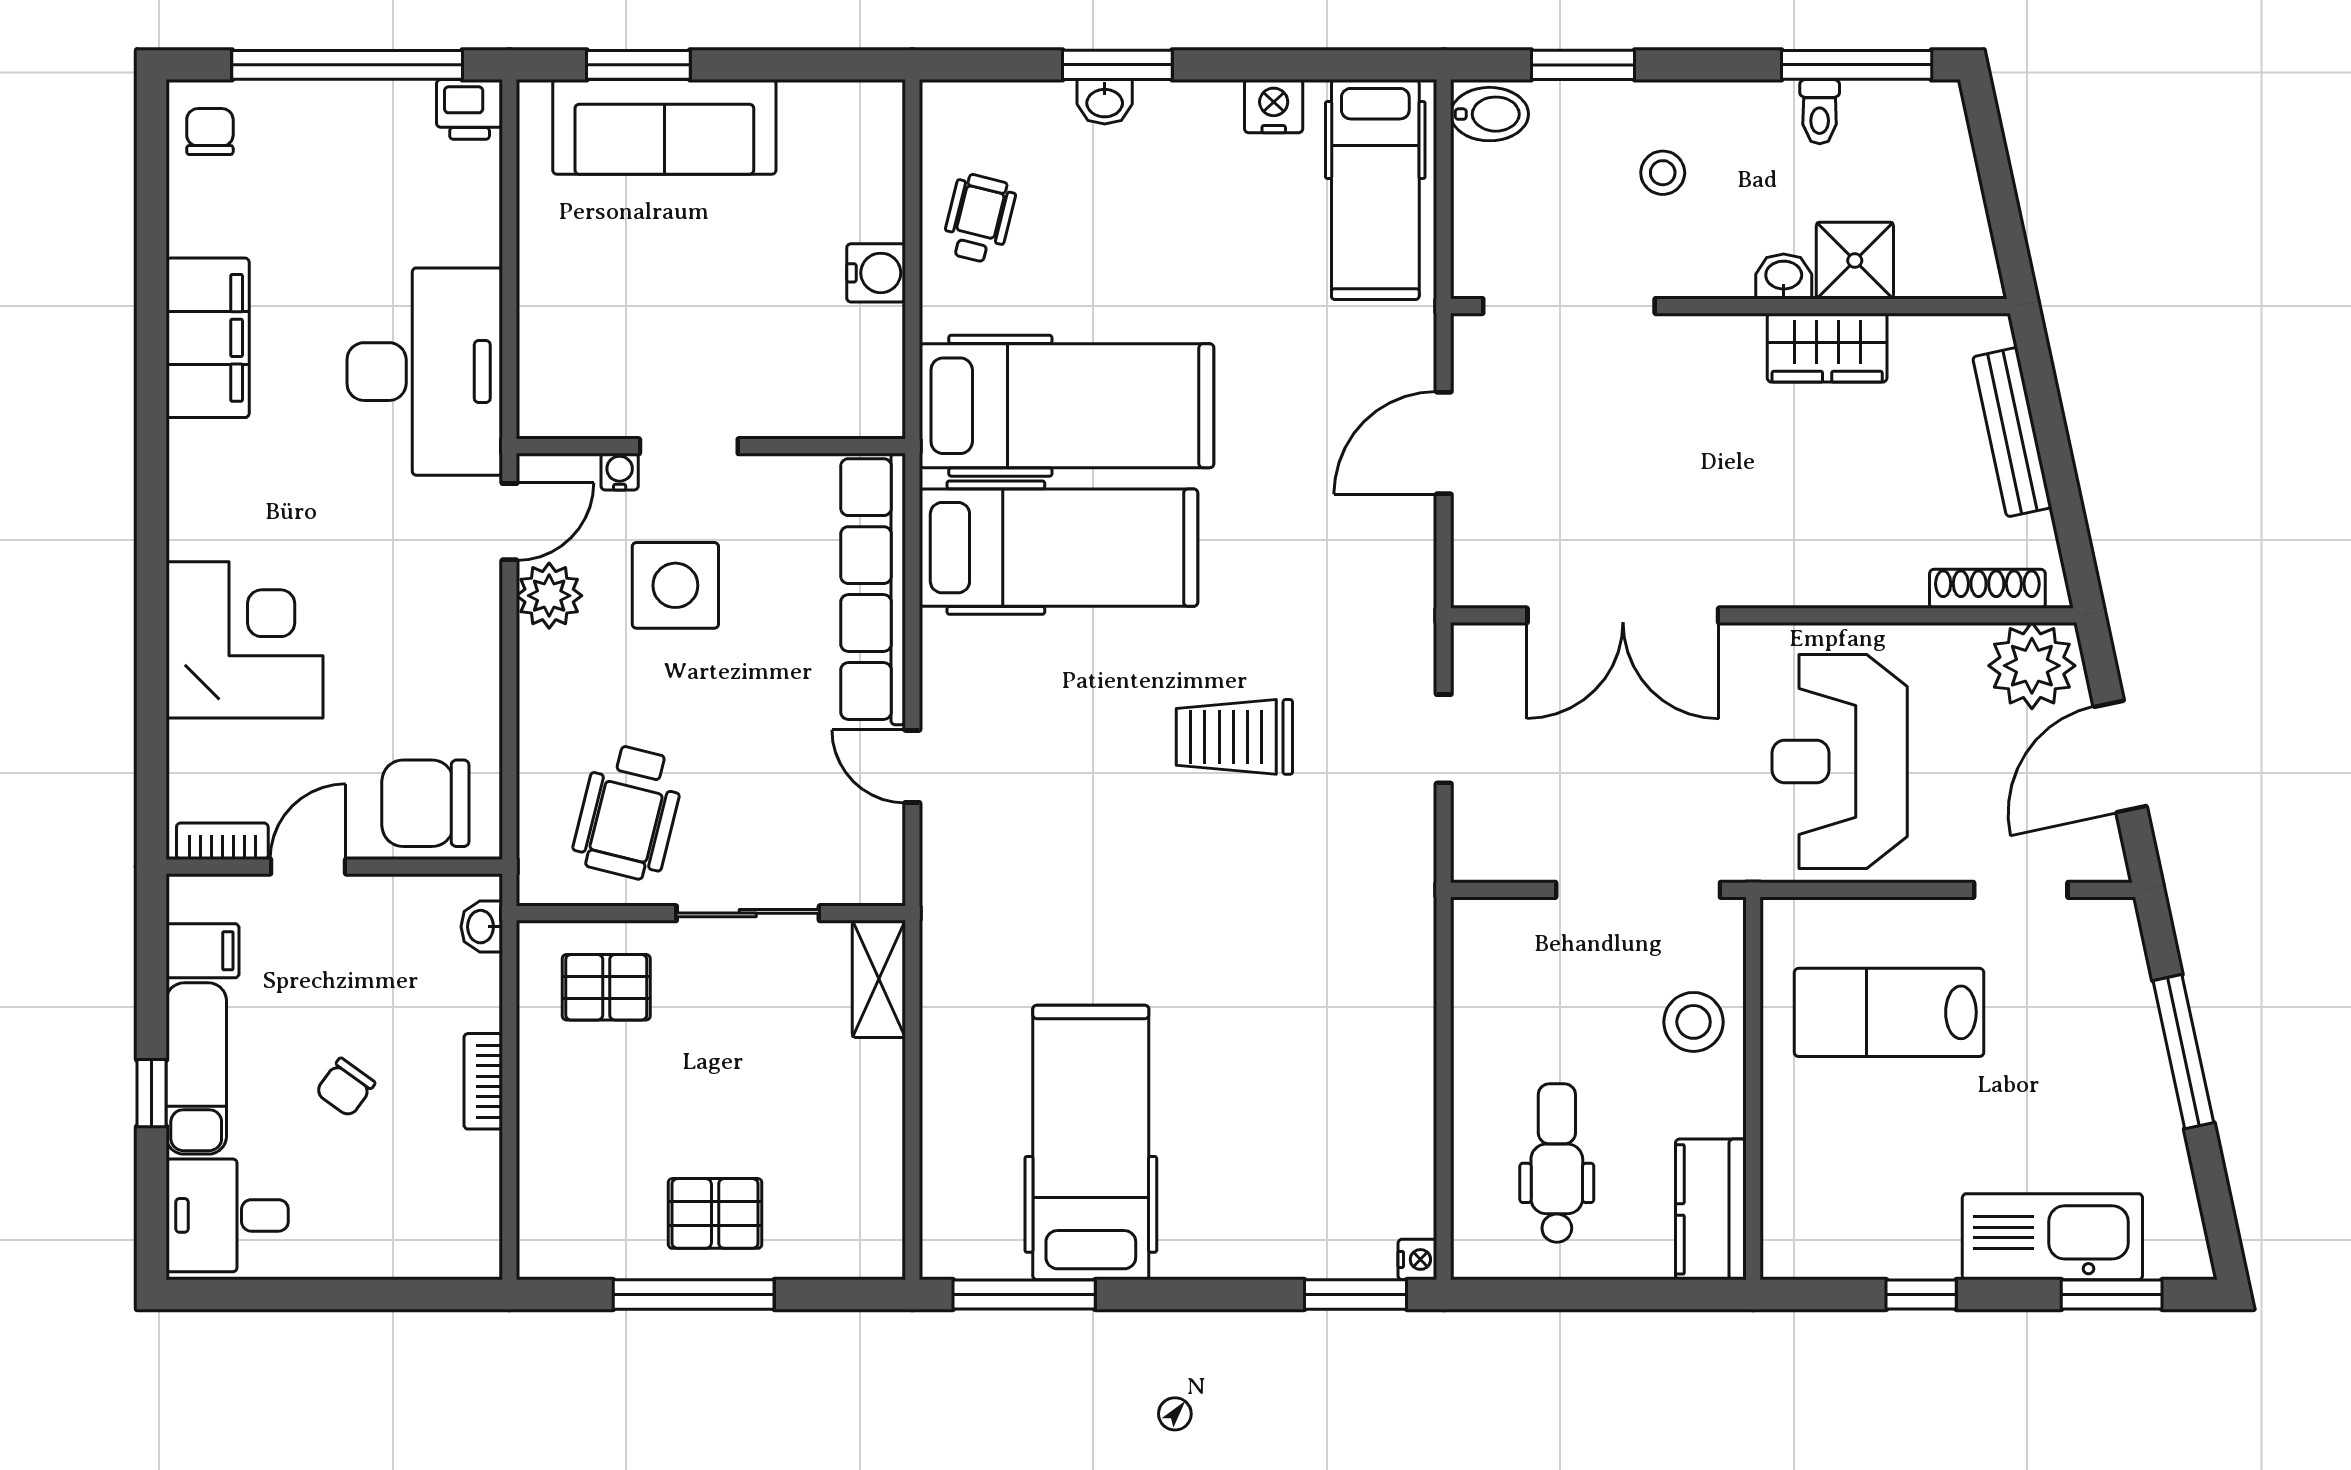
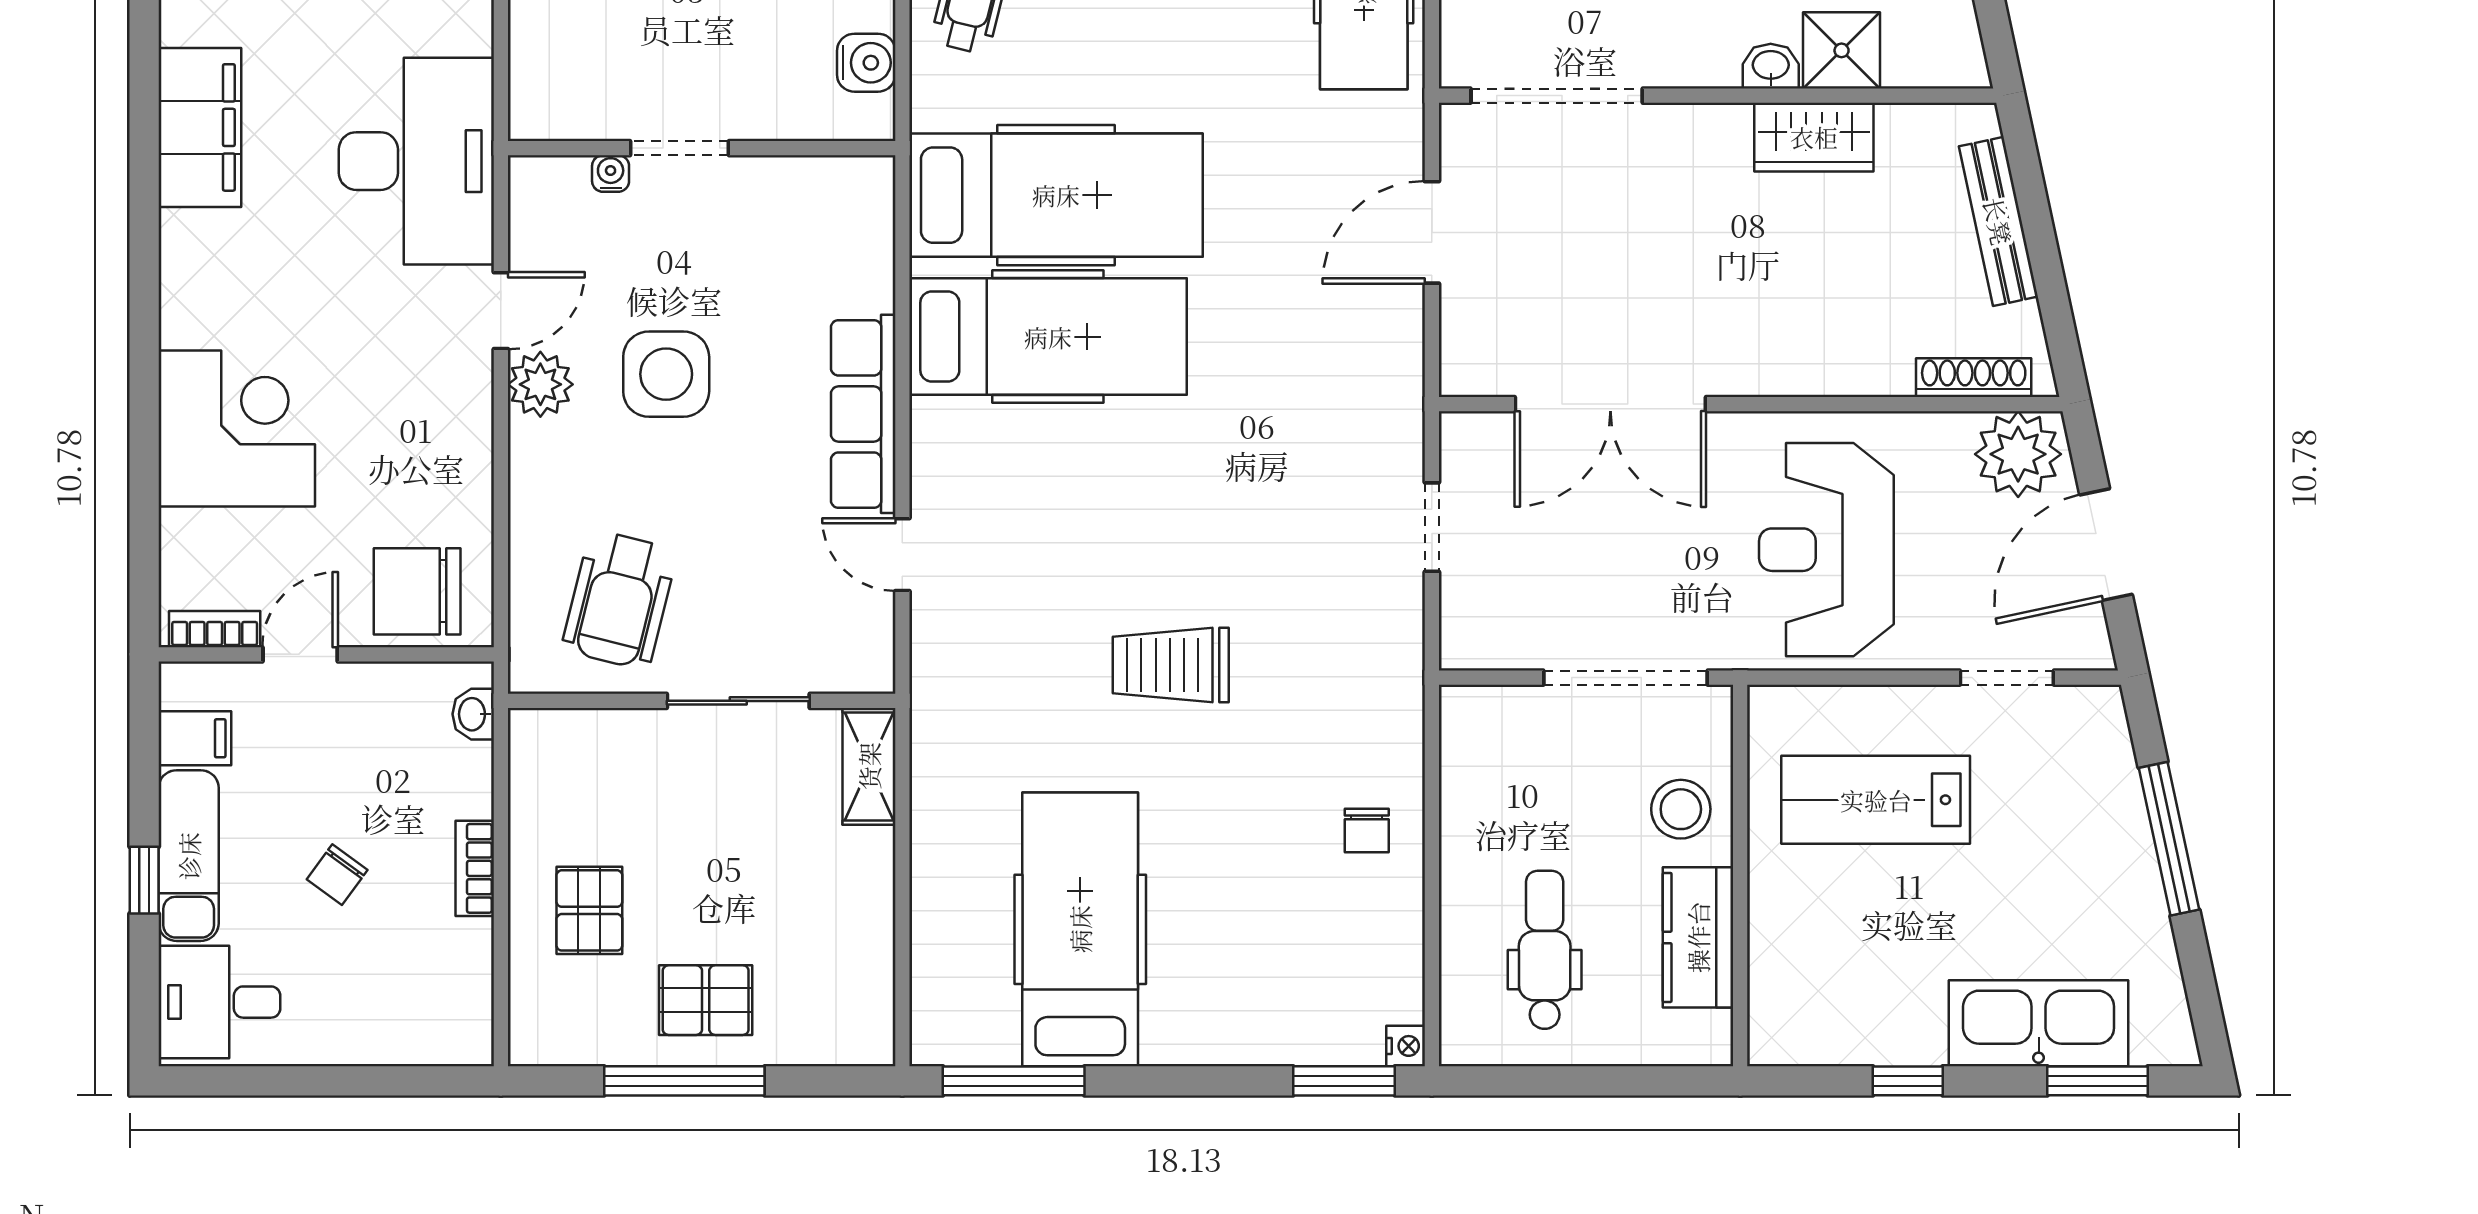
doorway: (689, 446) -> (680, 148), moved
wall: (711, 446) -> (702, 148), moved
water cooler: (620, 472) -> (611, 174), moved
row of seats: (873, 589) -> (863, 414), width x0.73
trolley: (1234, 737) -> (1171, 665), moved
pallet: (606, 987) -> (589, 910), moved, turned 90
chair: (1378, 1043) -> (1367, 830), added
kitchen counter: (1711, 1209) -> (1698, 937), moved

